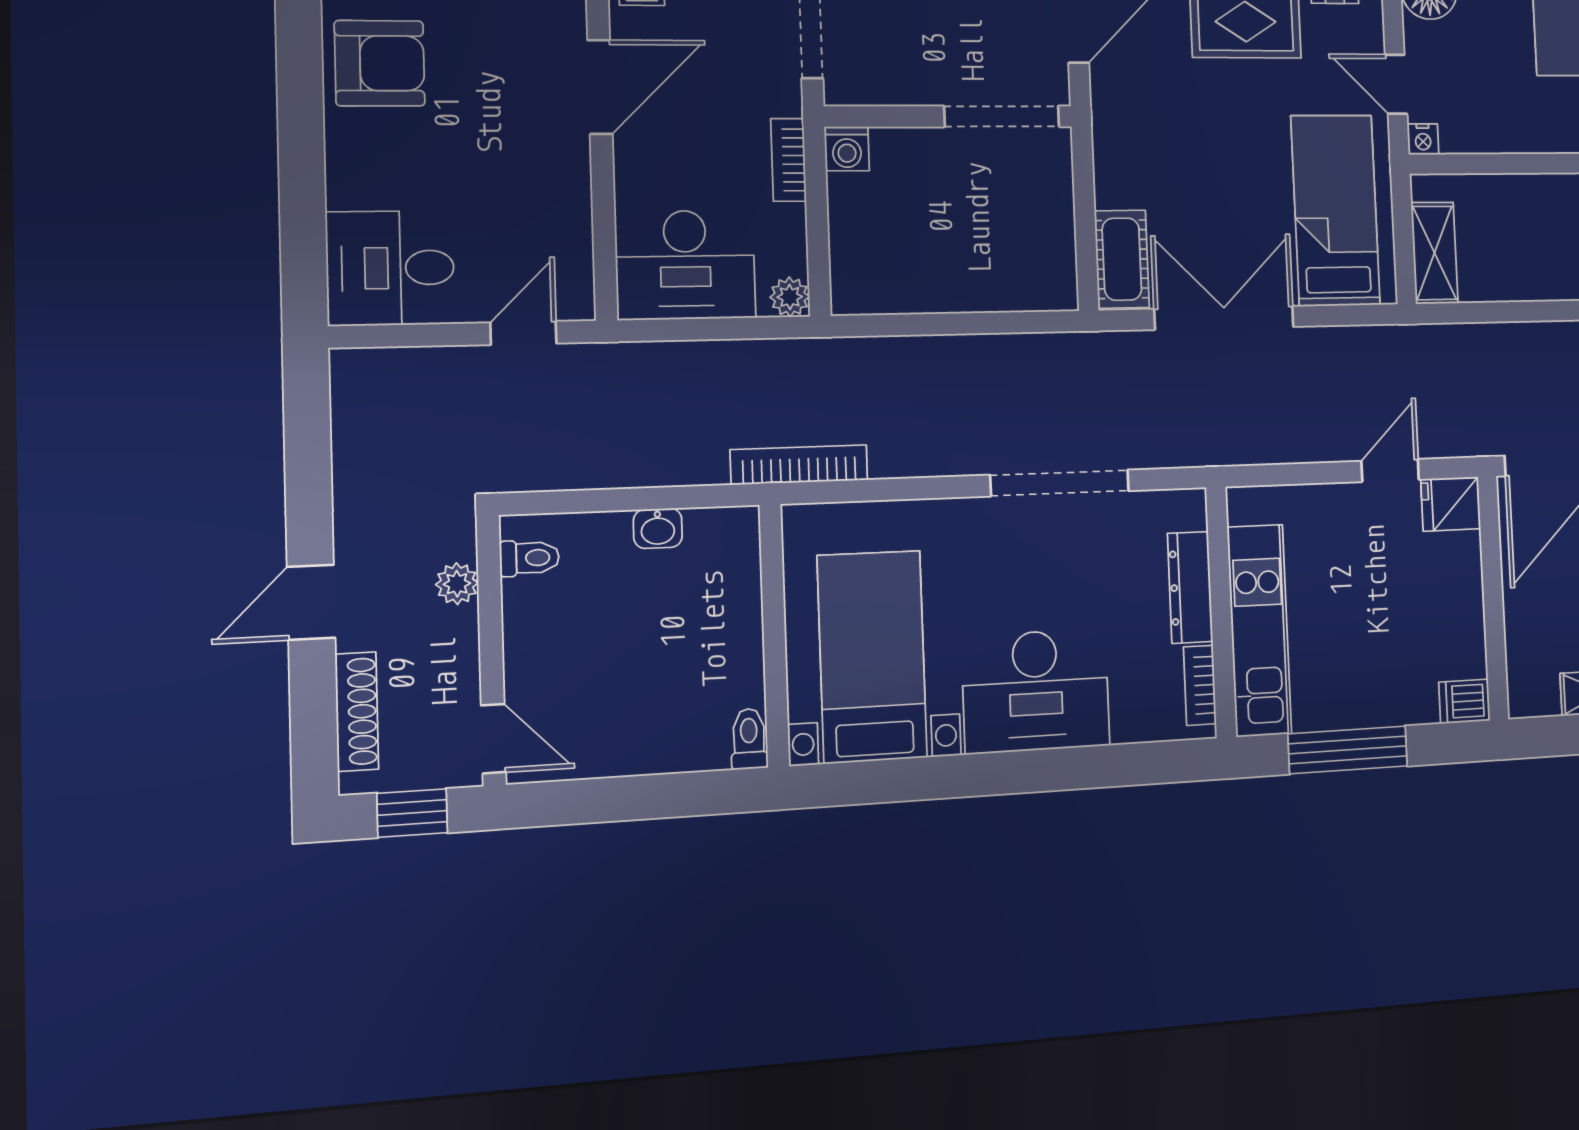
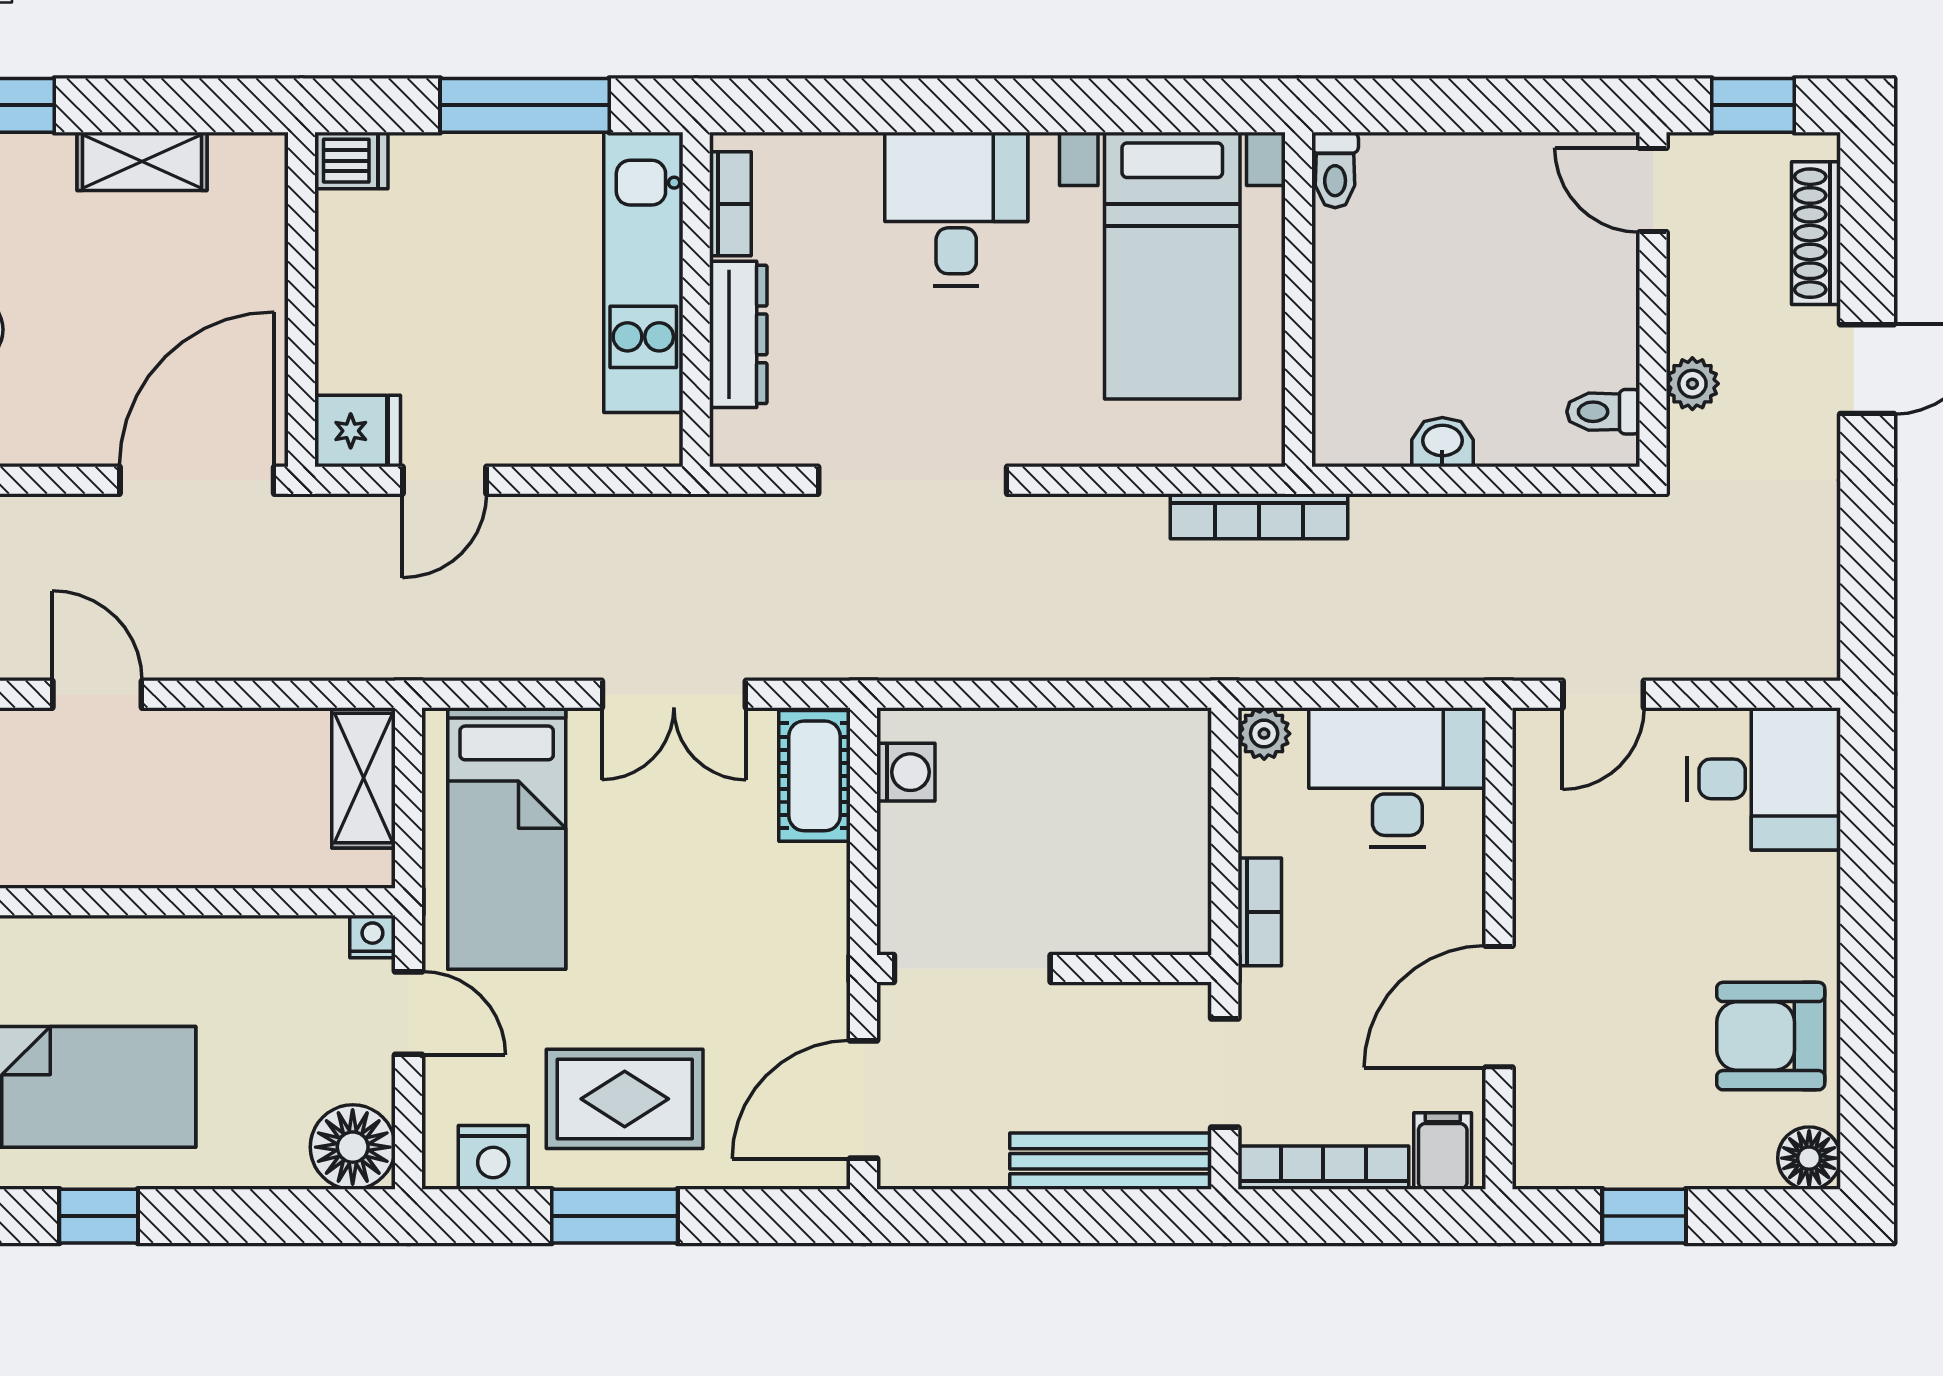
washing machine: (847, 149) -> (906, 772), moved, turned 90
double door: (1224, 318) -> (674, 694), width x0.73
desk: (1036, 691) -> (956, 209), width x0.73

